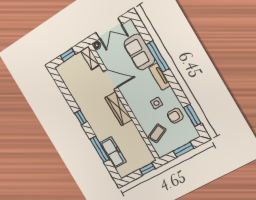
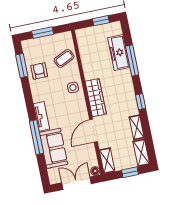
shelving: (65, 75) -> (141, 153), added
door: (111, 80) -> (93, 131), hinge flipped
shelving: (76, 95) -> (137, 127), added
side table: (157, 103) -> (73, 88), moved
armchair: (175, 116) -> (39, 71), turned -90
window: (147, 169) -> (101, 21), moved

